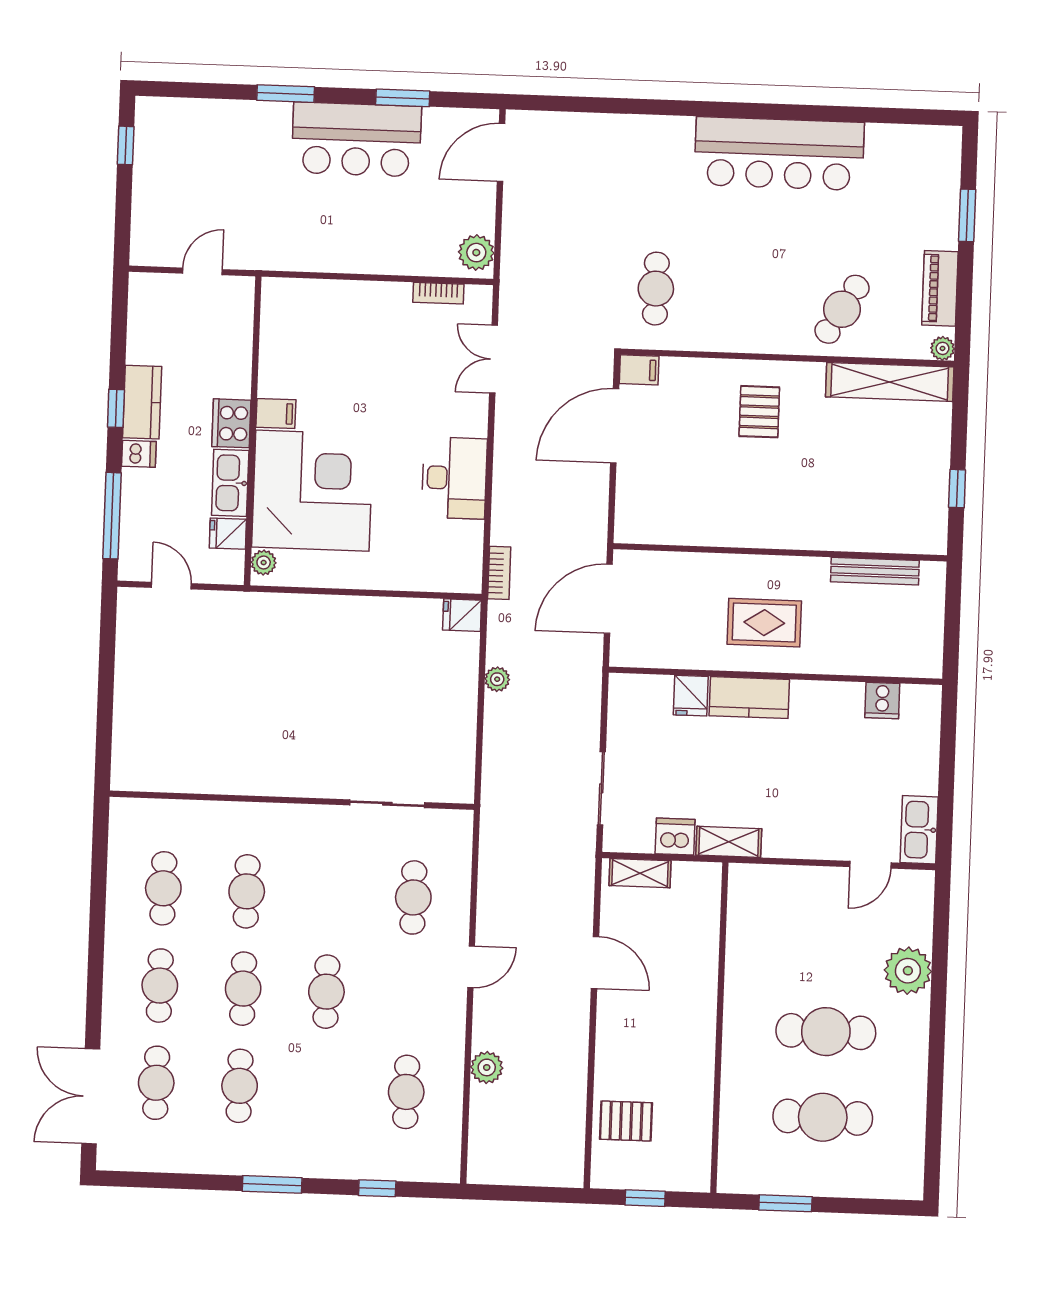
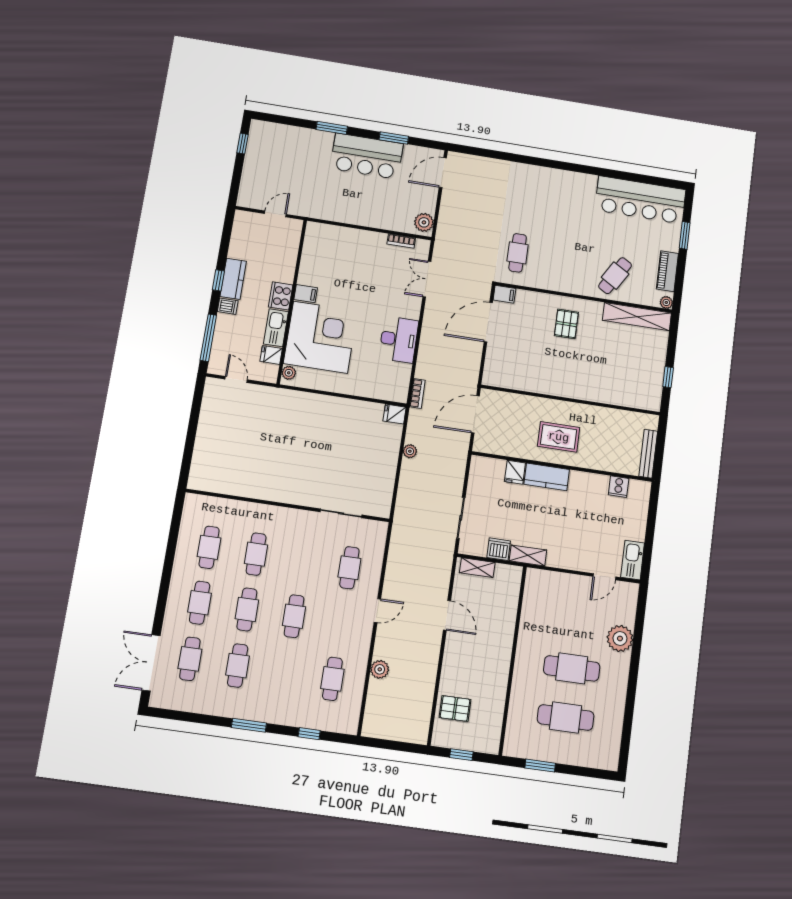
bar counter: (779, 154) -> (640, 200), moved
bench: (875, 571) -> (648, 454), moved, turned 90

